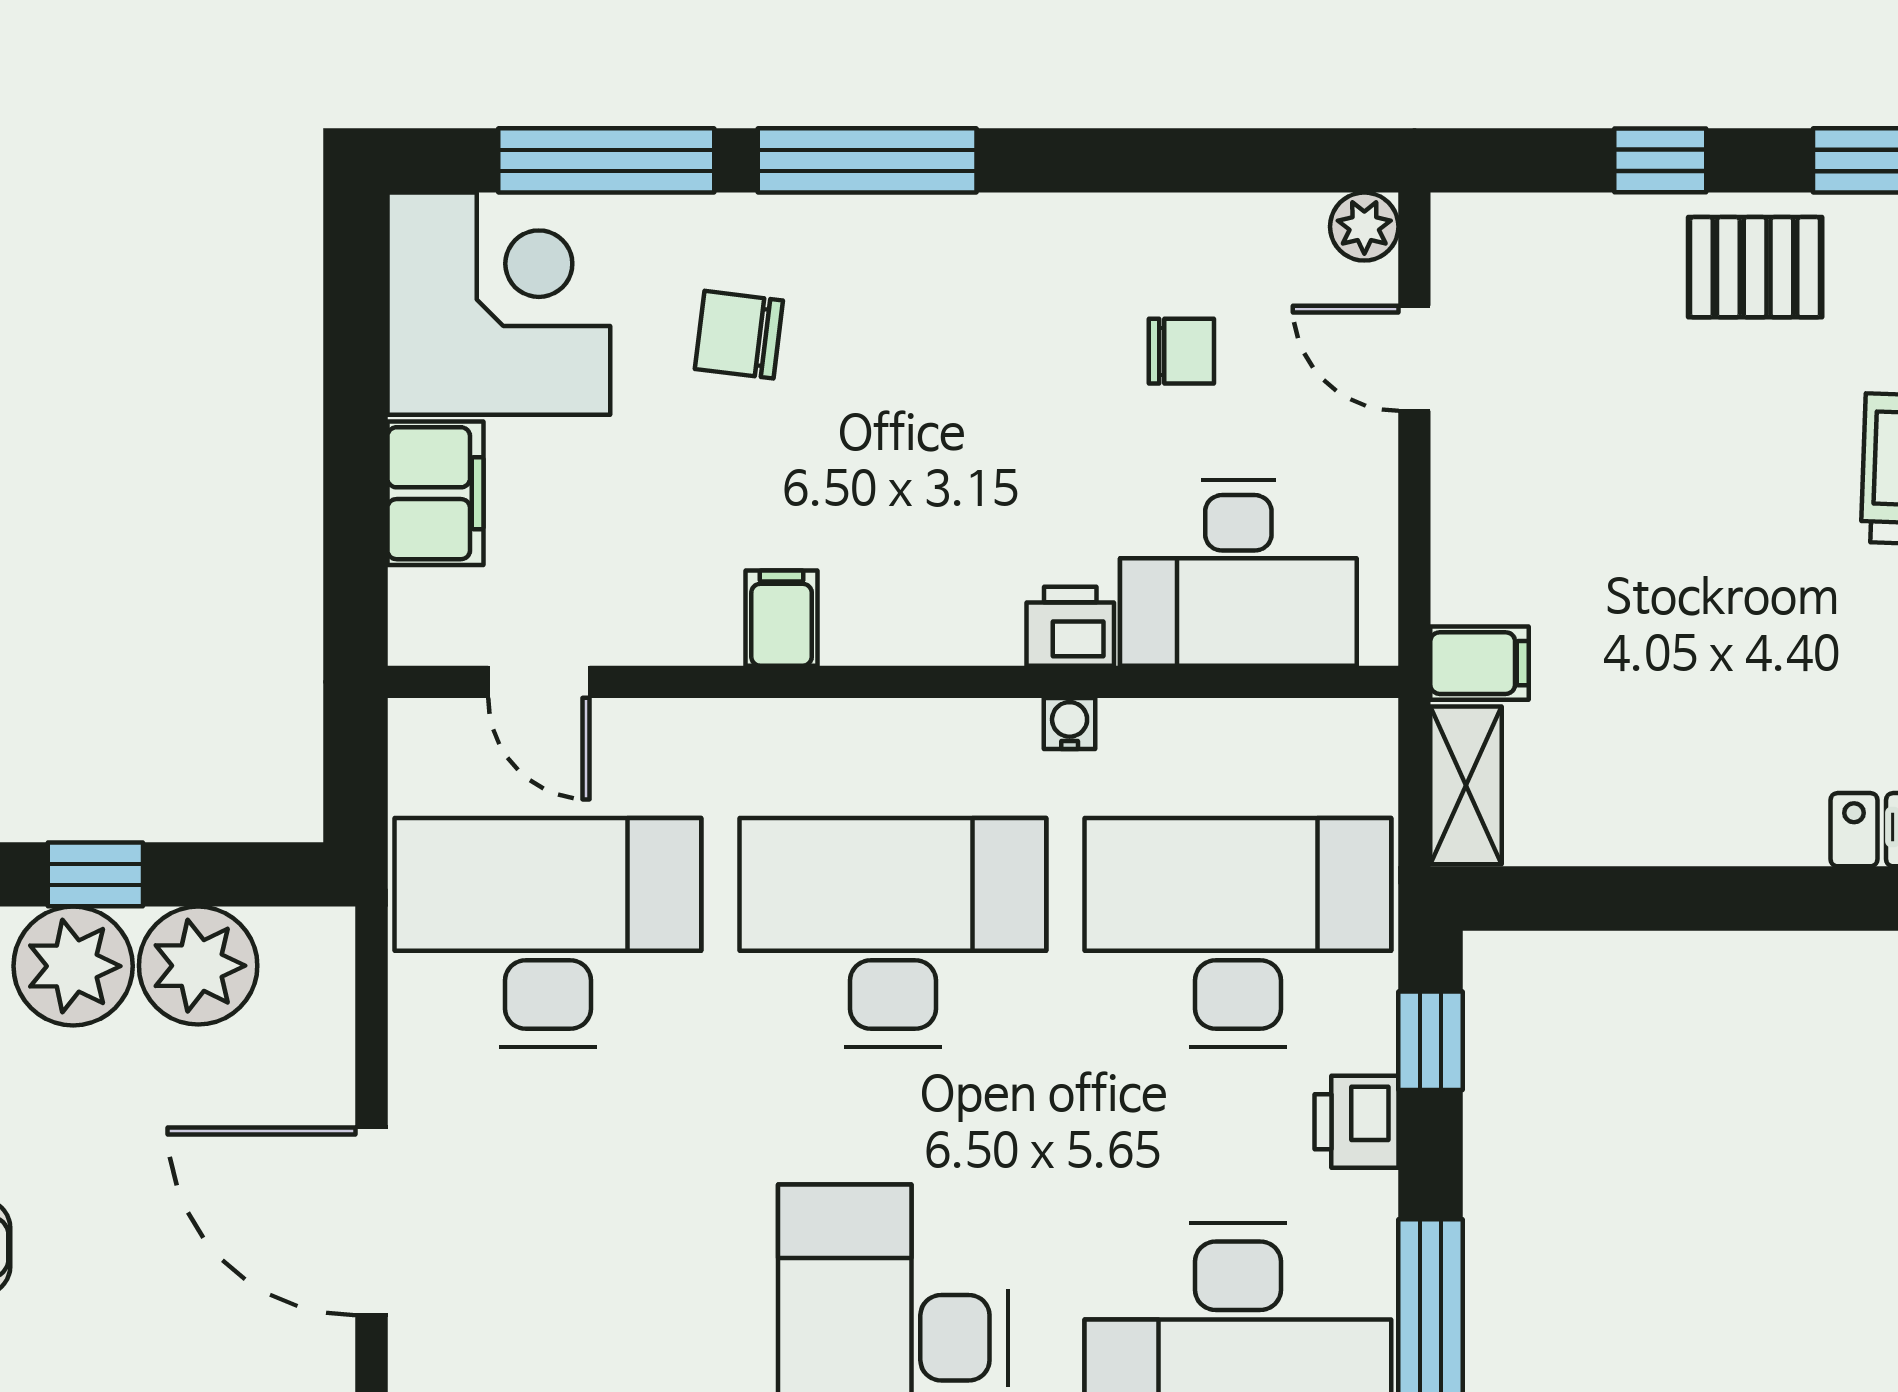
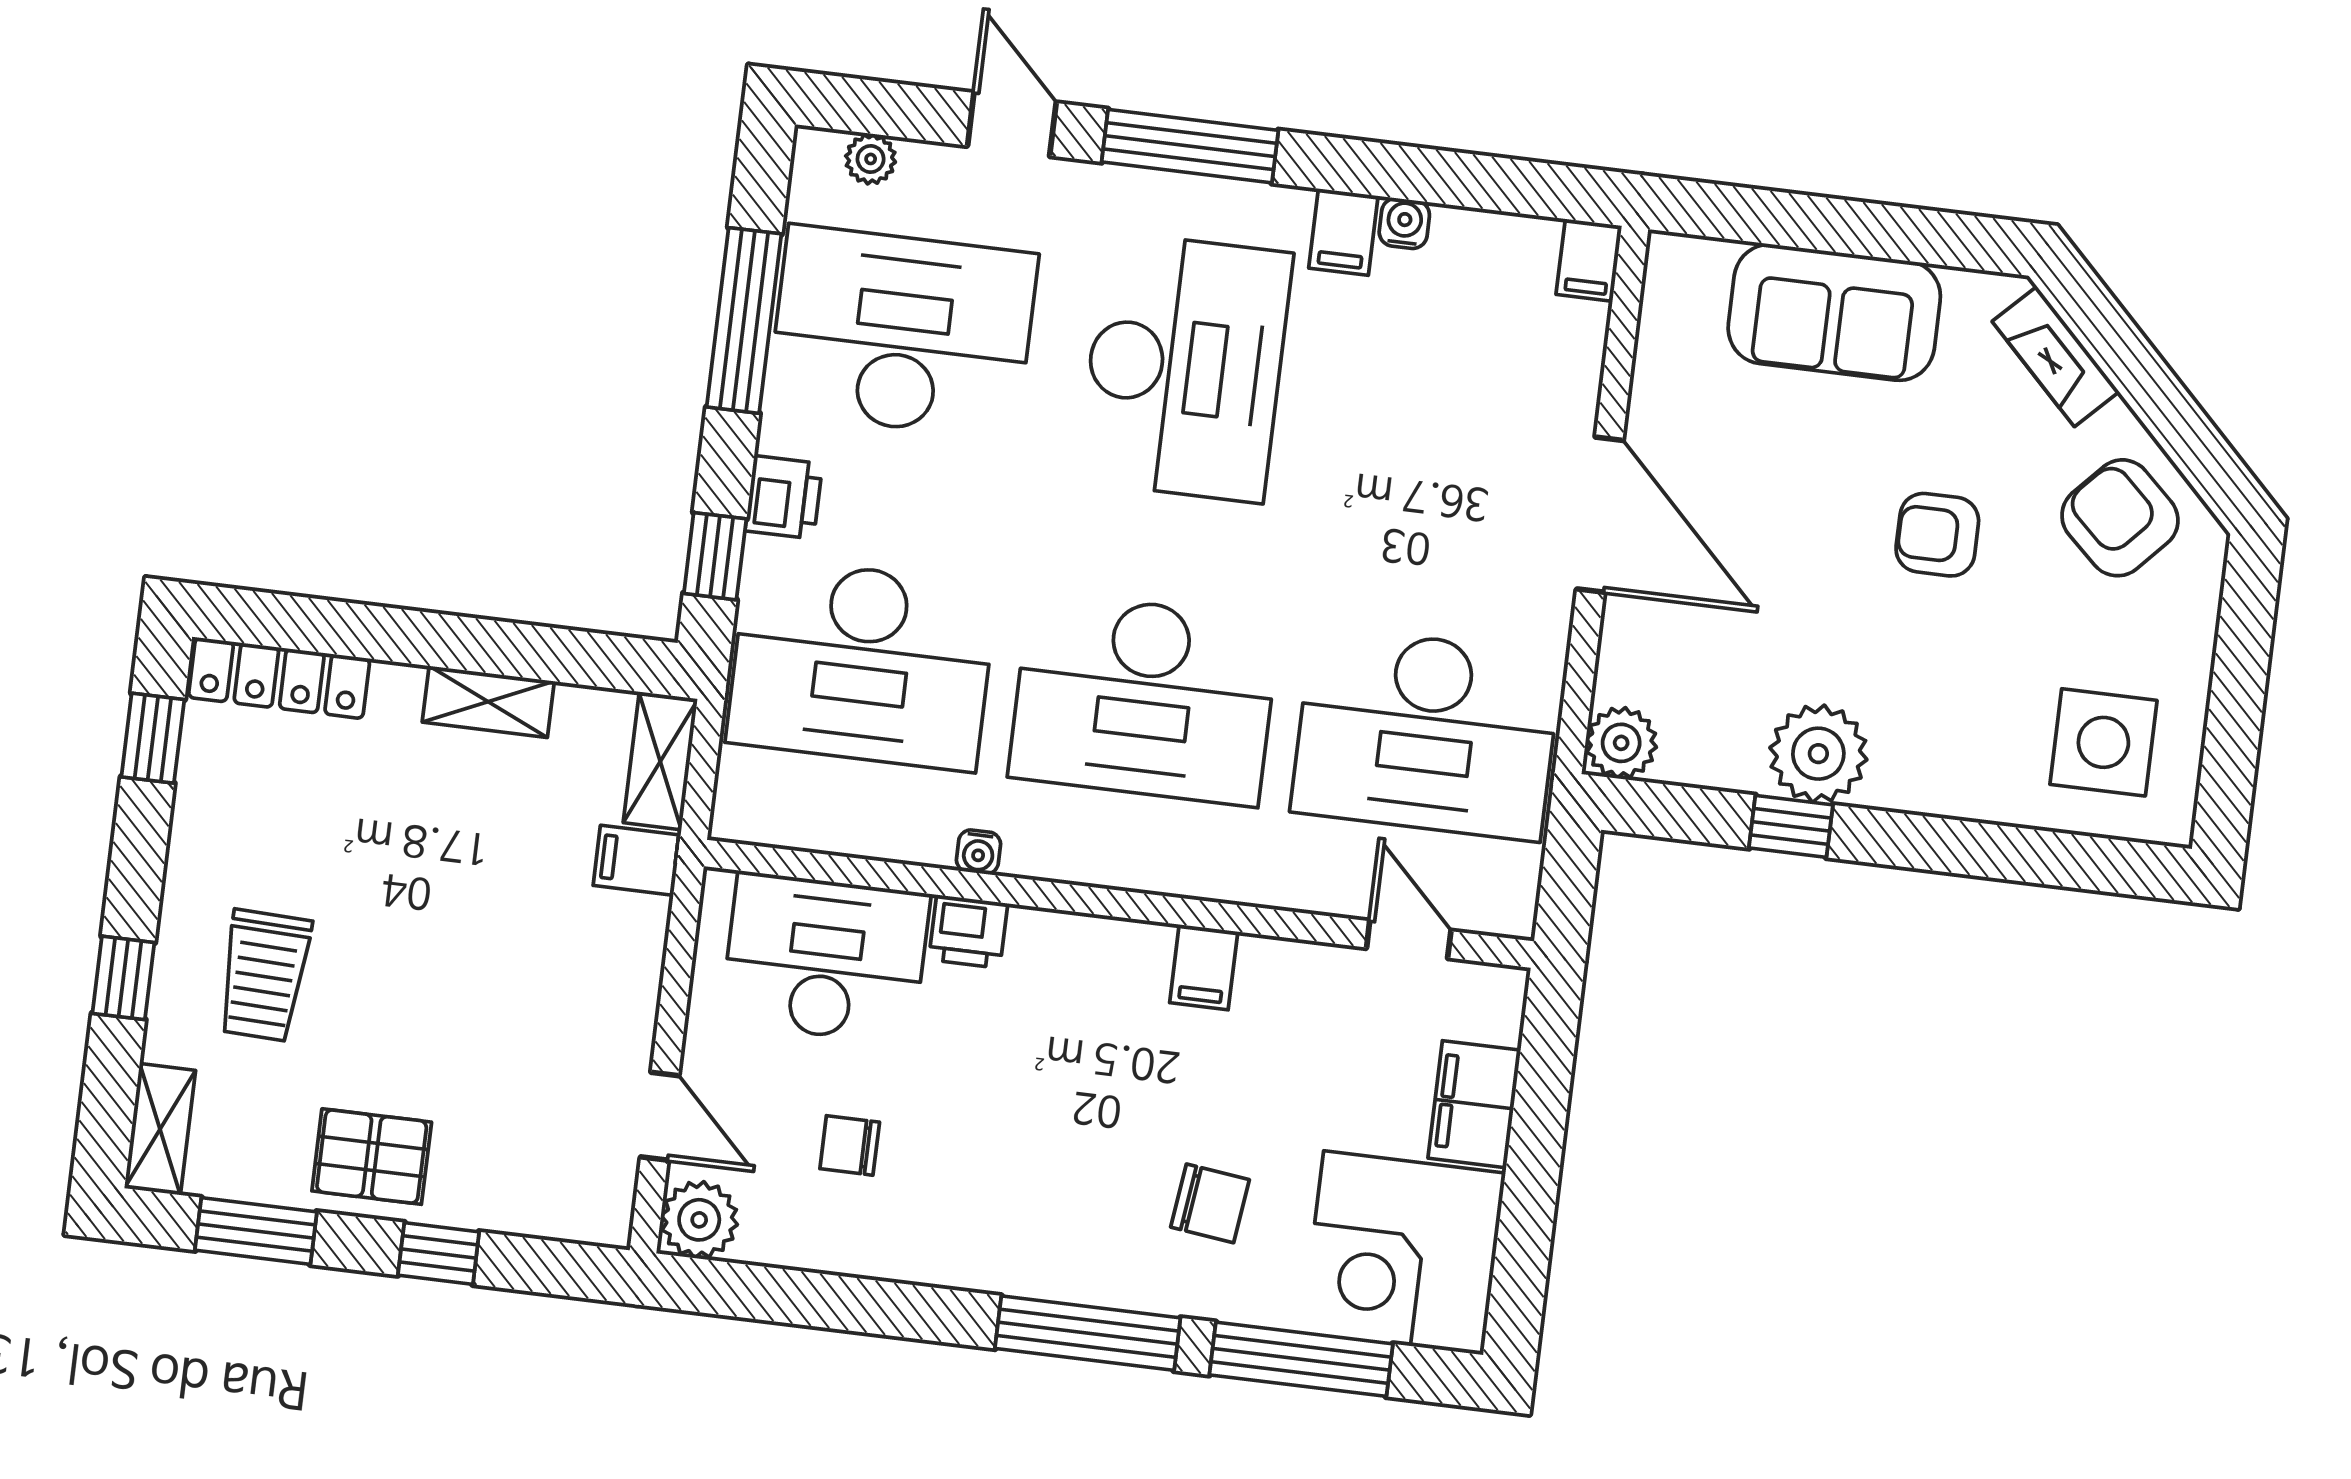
plant: (1364, 227) -> (699, 1220), width x1.38, depth x1.38
shelving: (1682, 832) -> (488, 702), added
plant: (198, 966) -> (1621, 743), moved, width x0.73, depth x0.73

